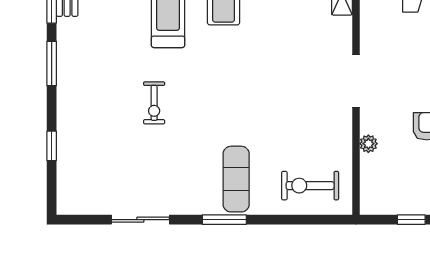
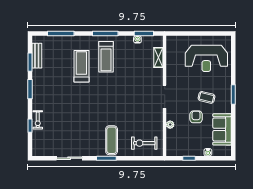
exercise bike: (154, 103) -> (38, 120), moved

